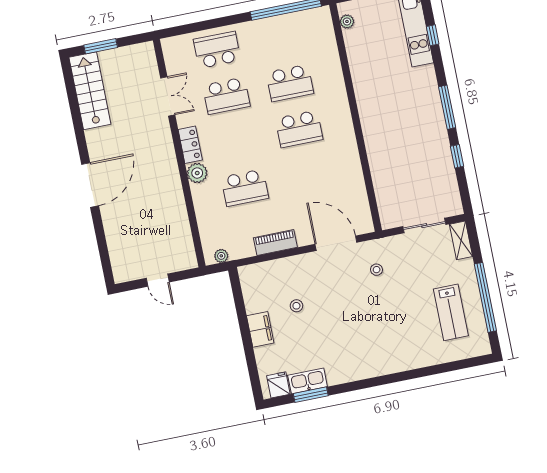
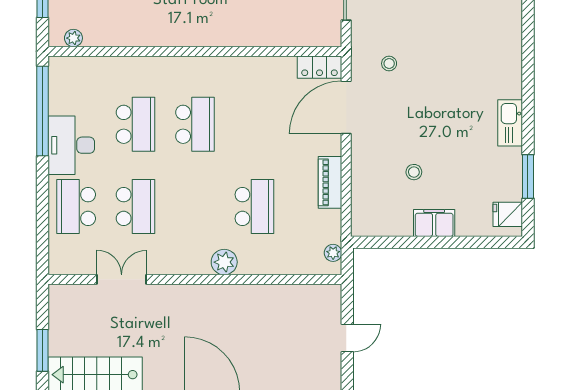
desk: (264, 37) -> (71, 145), added
locker: (190, 145) -> (320, 67), moved, turned 180
kitchen sink: (308, 381) -> (510, 123), moved

